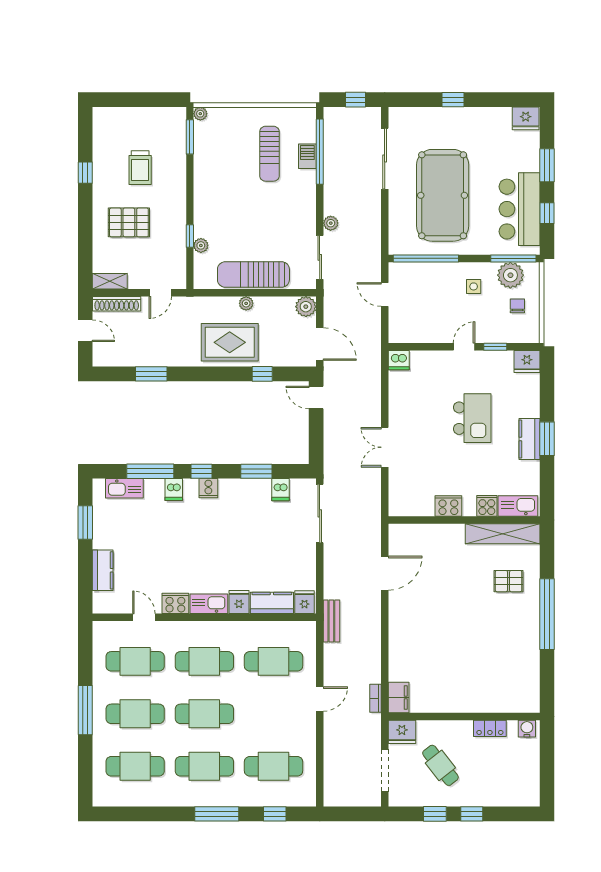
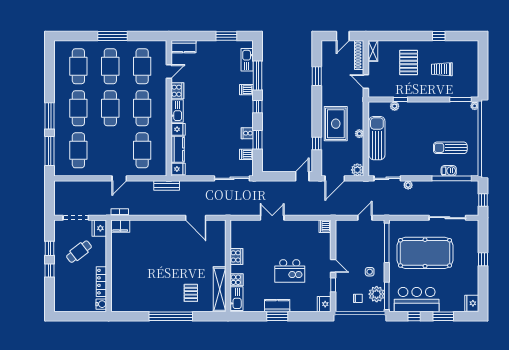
cooker: (208, 488) -> (247, 133), moved
kitchen counter: (103, 570) -> (183, 47), moved
door: (320, 699) -> (119, 178), hinge flipped
locker: (490, 728) -> (101, 282), width x1.53
window: (275, 814) -> (50, 151), width x2.17

